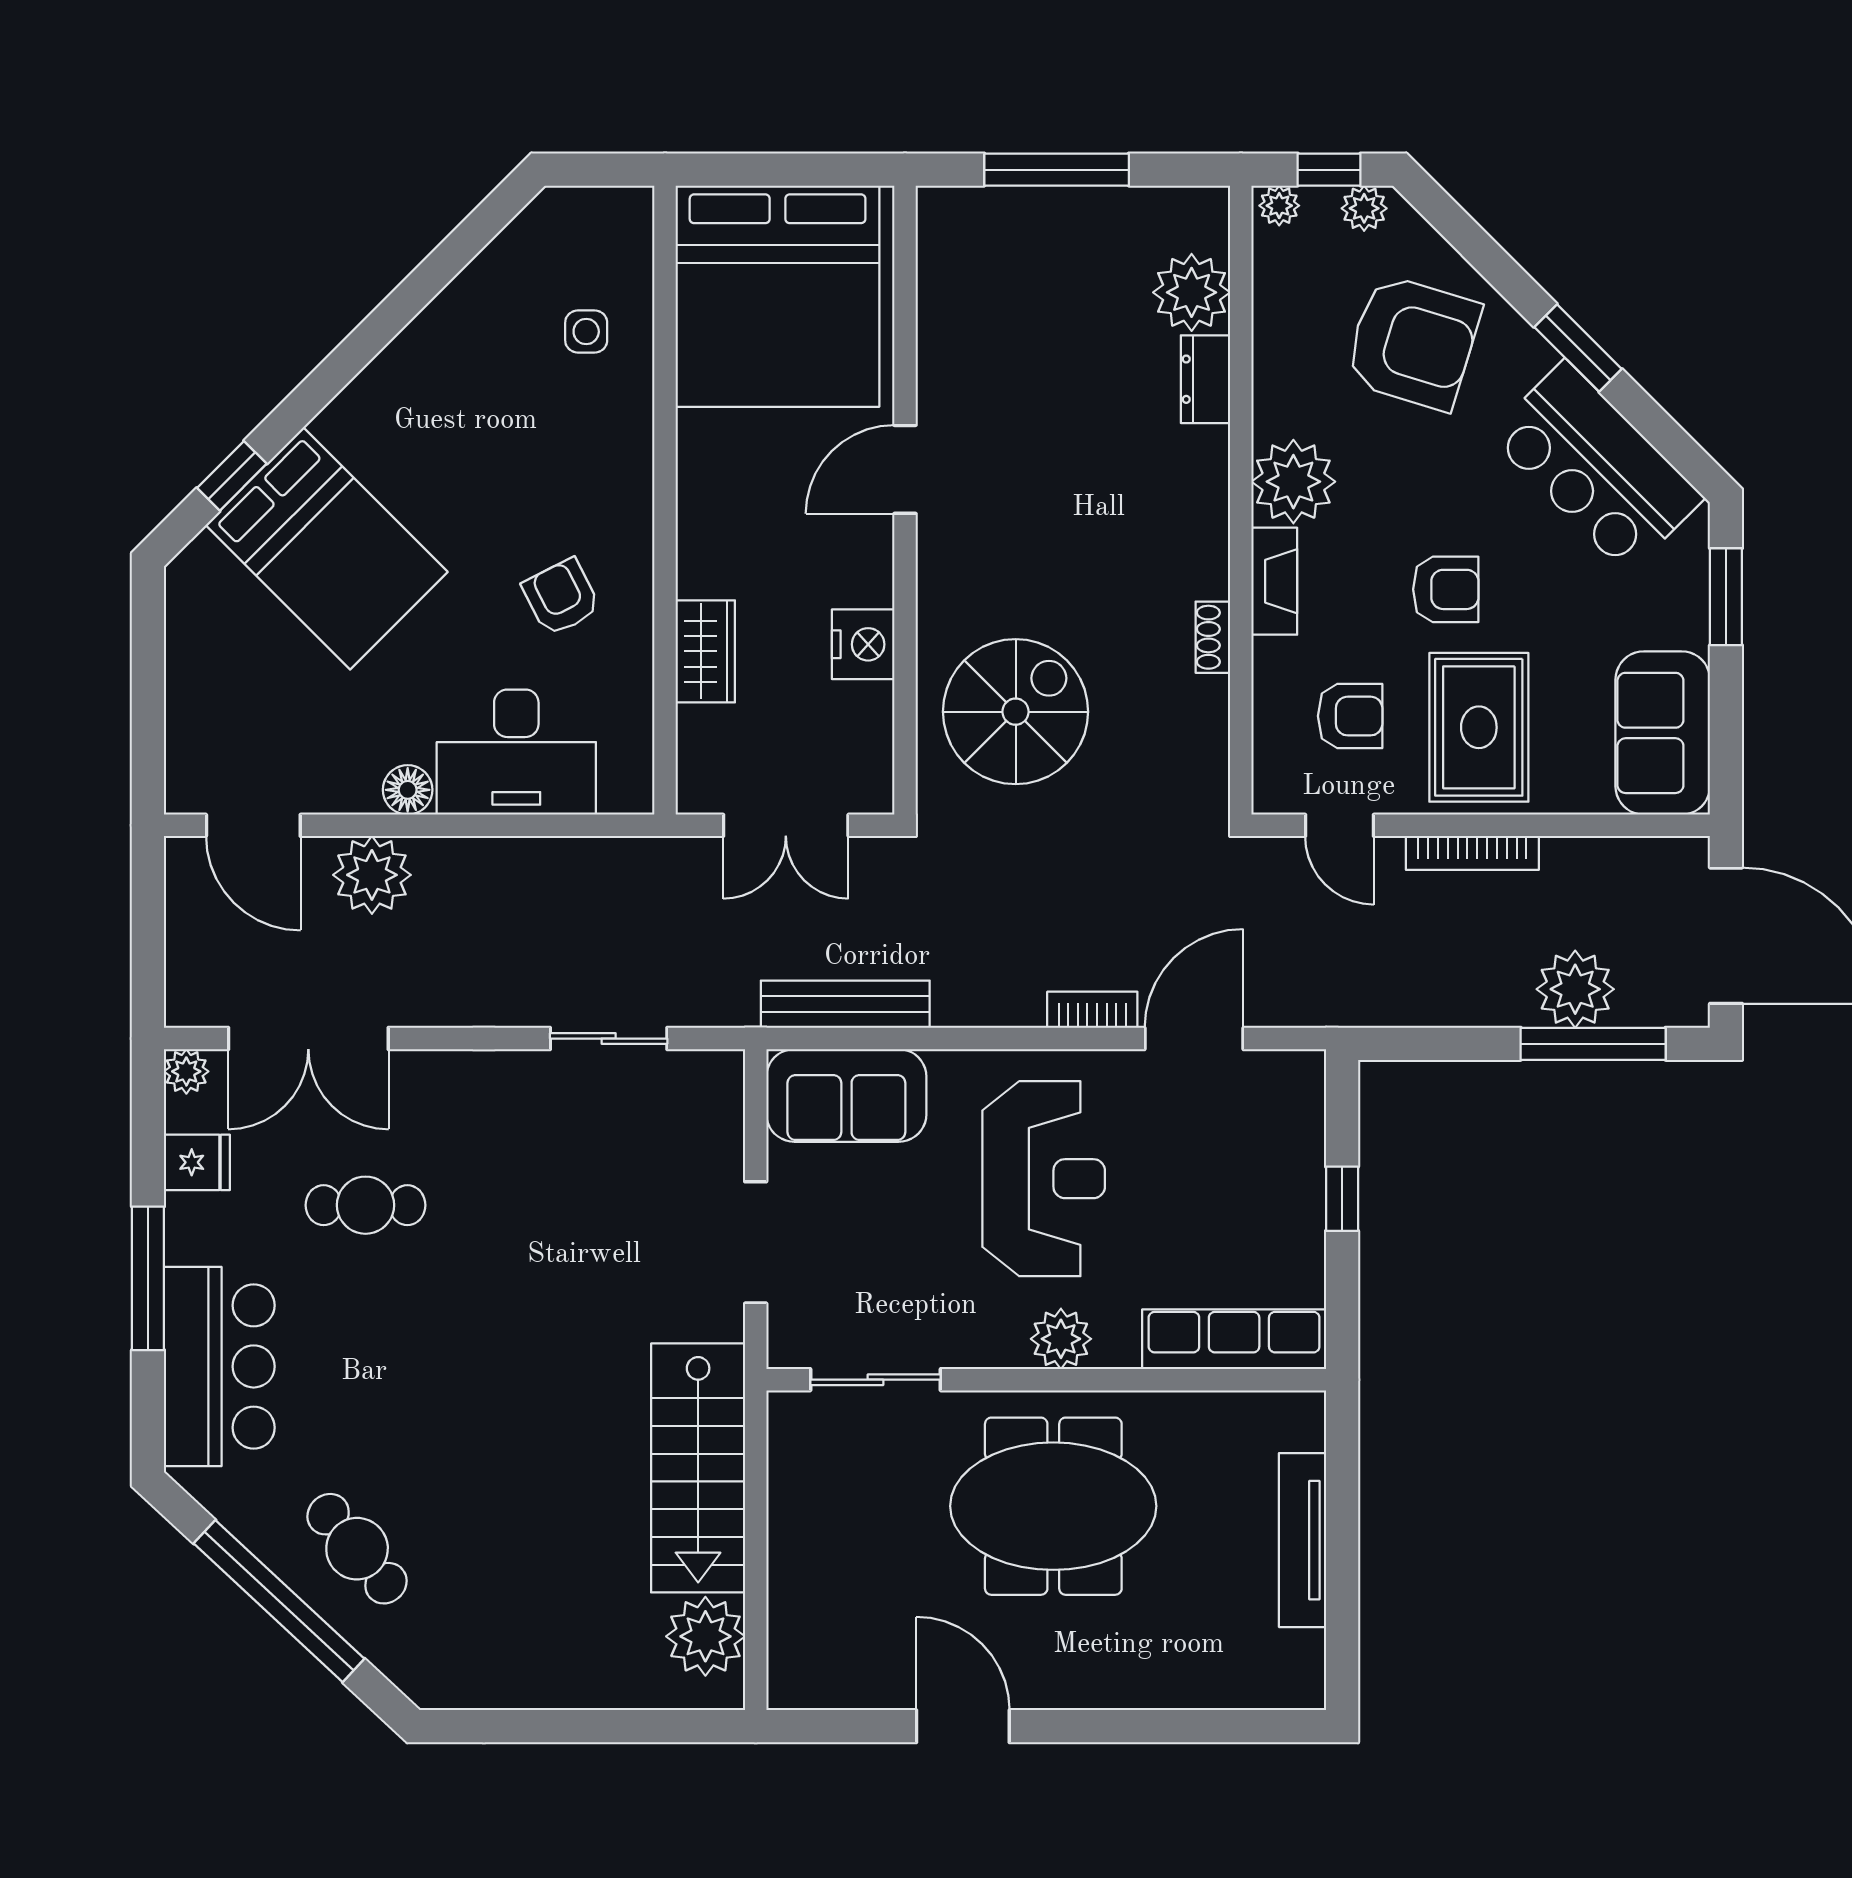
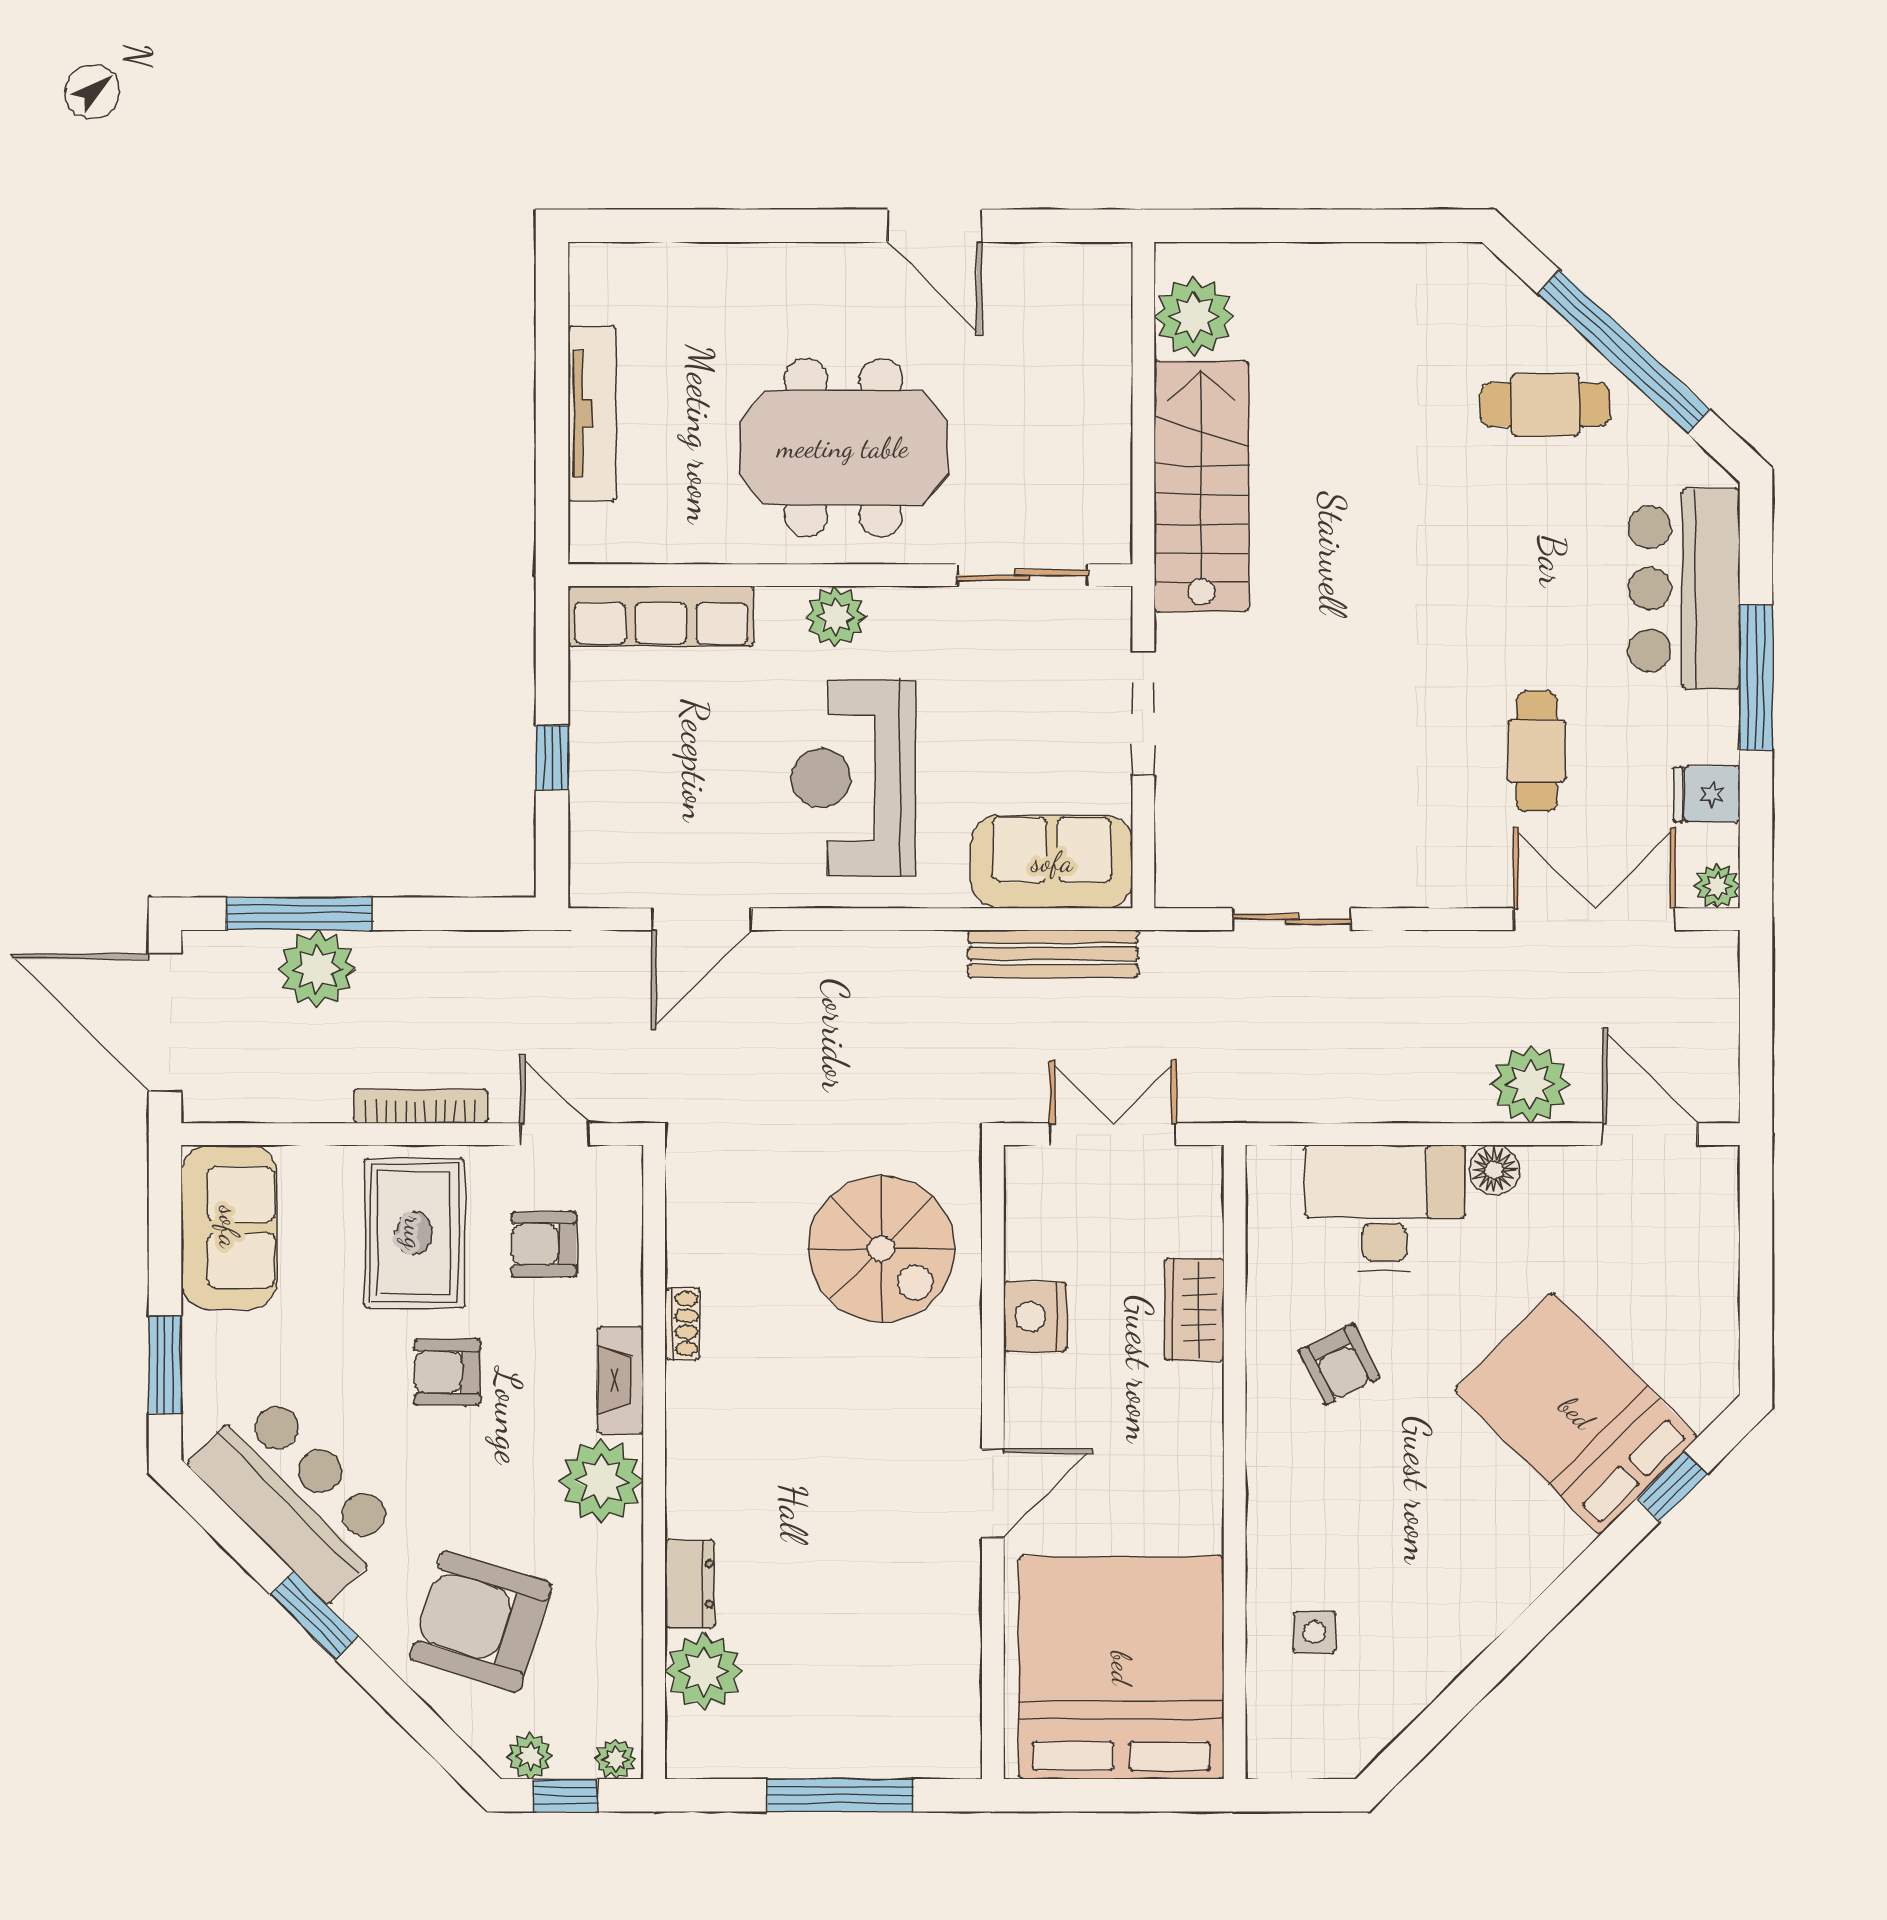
spiral stairs: (1016, 712) -> (881, 1249), turned -90
bookcase: (1092, 1010) -> (804, 948), removed
cafe table: (365, 1205) -> (1537, 751), turned 90
cafe table: (357, 1549) -> (1545, 405), turned -50

